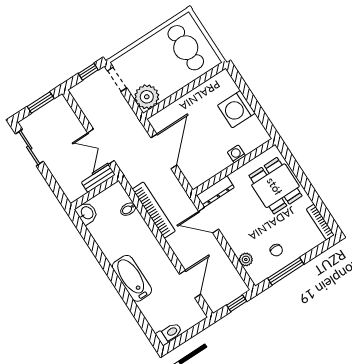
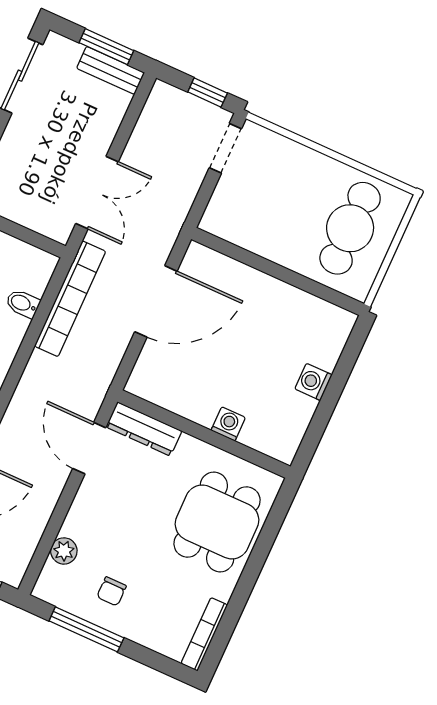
plant: (147, 97) -> (228, 216), removed
washing machine: (236, 109) -> (313, 382), width x0.53, depth x0.53
double door: (101, 147) -> (97, 193), swing flipped
bench: (98, 179) -> (111, 70), moved
bookcase: (154, 210) -> (70, 299), moved

